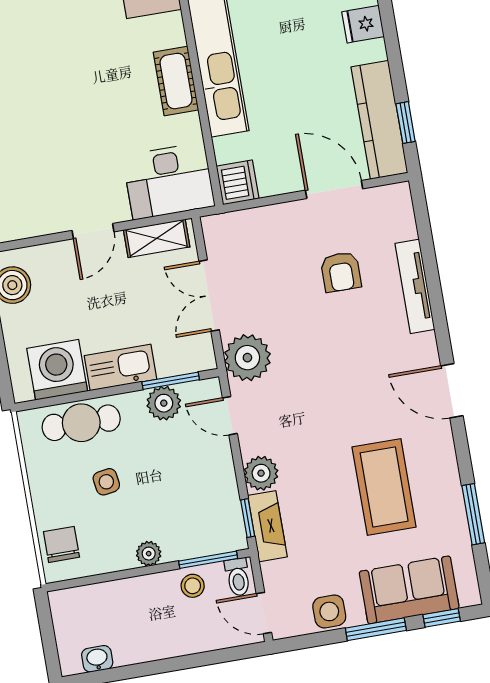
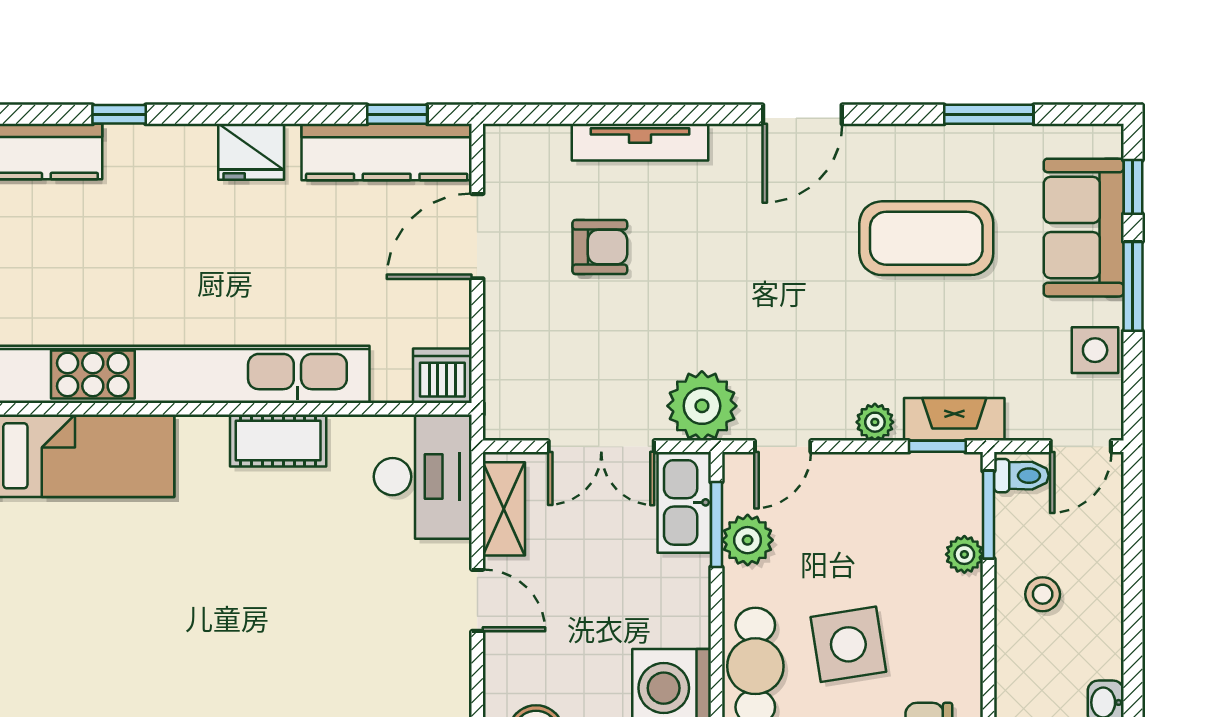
fridge: (363, 24) -> (251, 152), width x1.38
kitchen sink: (120, 367) -> (684, 502), moved
plant: (261, 473) -> (875, 422), width x0.73, depth x0.73
side table: (106, 482) -> (848, 644), width x1.87, depth x1.87
plant: (149, 554) -> (964, 554), moved
stool: (193, 586) -> (1043, 594), moved

